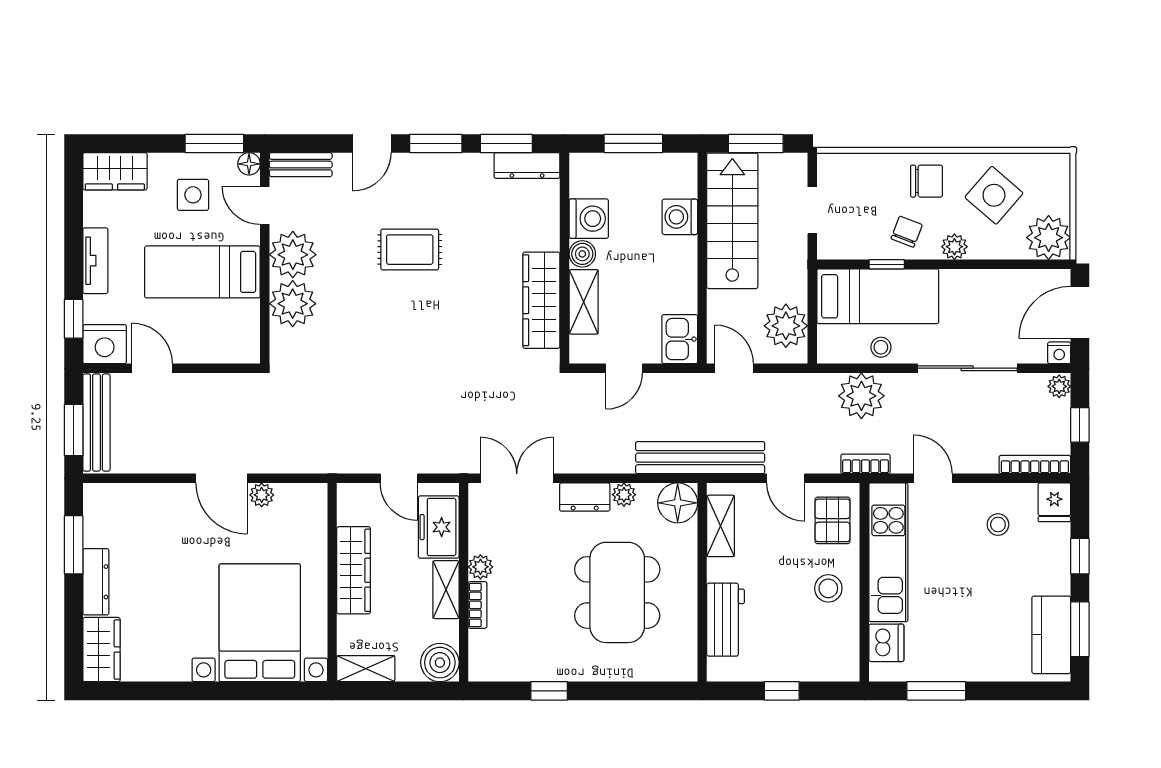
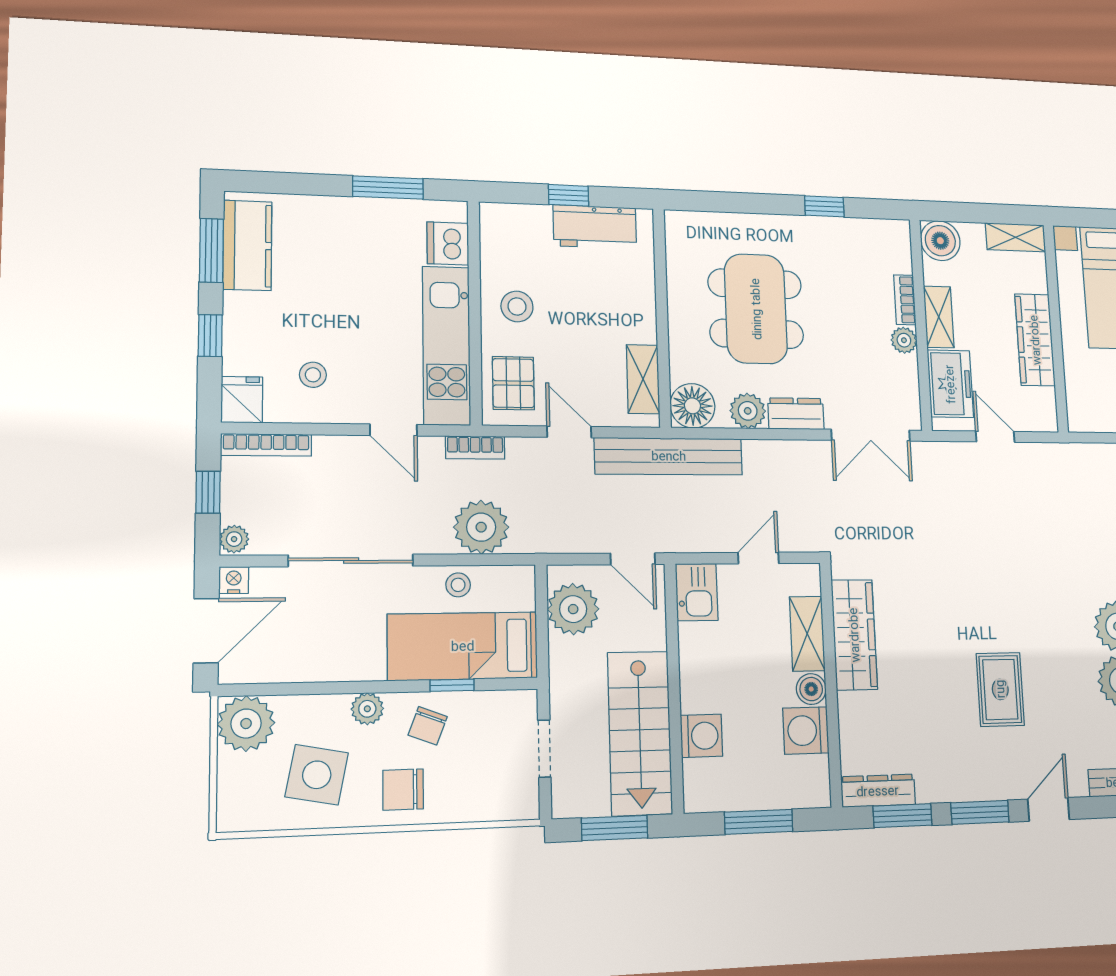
side table: (994, 195) -> (317, 775), turned -30
rug: (410, 250) -> (1000, 689), turned 90
plant: (624, 495) -> (748, 411), width x1.38, depth x1.38
workbench: (726, 620) -> (595, 227), moved, turned -90

